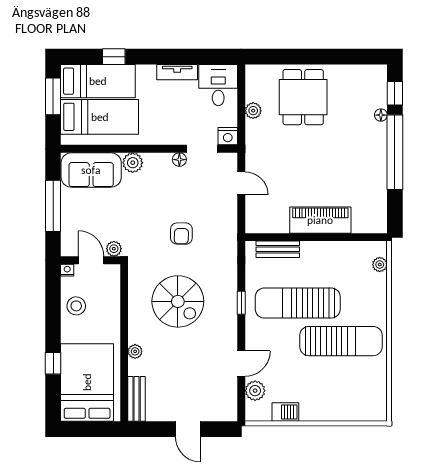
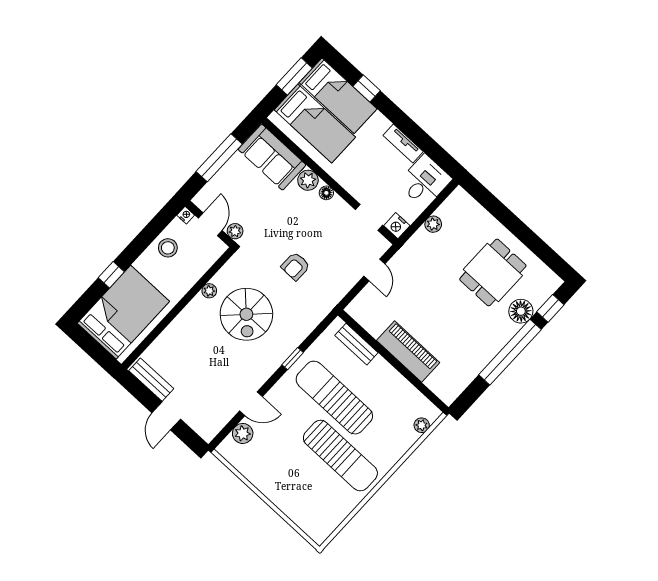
dining table: (303, 97) -> (493, 272), moved
floor lamp: (381, 115) -> (521, 311), width x1.89, depth x1.89
floor lamp: (179, 160) -> (326, 193), moved
plant: (135, 351) -> (209, 291), moved
bench: (137, 399) -> (151, 380), moved, turned 90
barbecue: (285, 412) -> (250, 470), removed

